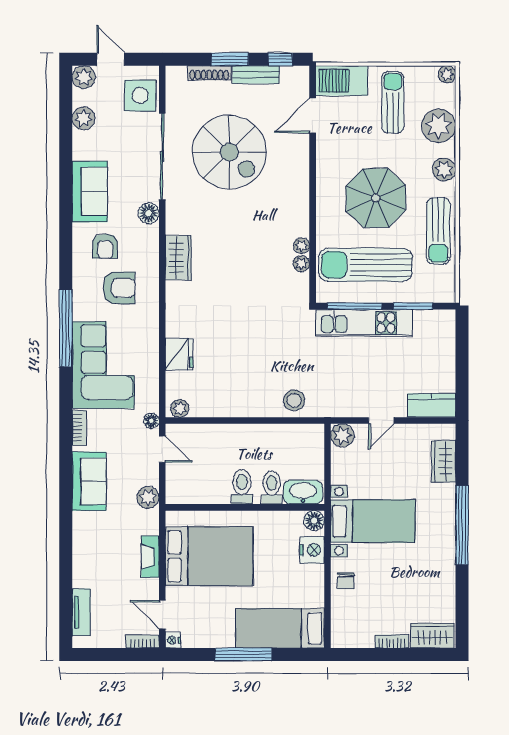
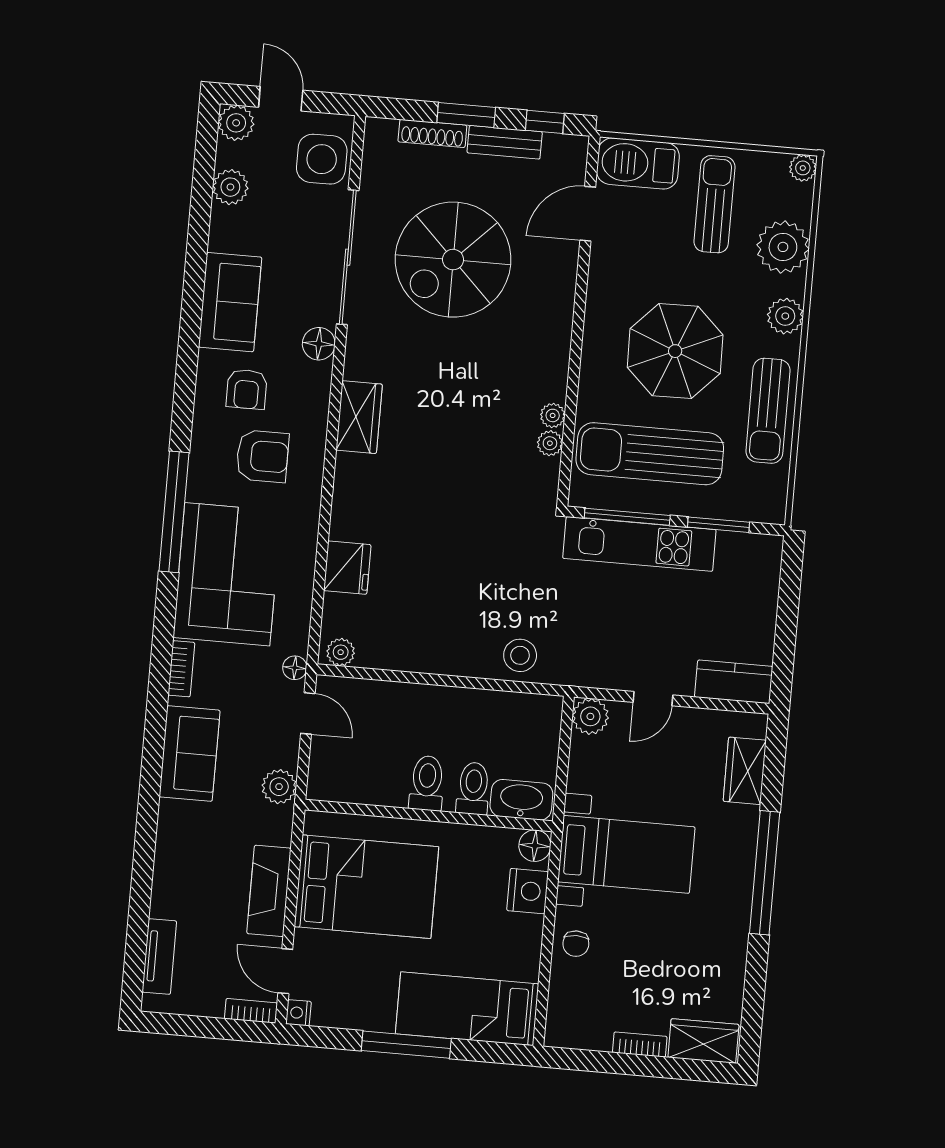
spiral stairs: (229, 152) -> (453, 260), turned 90
fireplace: (150, 557) -> (269, 891), width x1.37, depth x1.32

